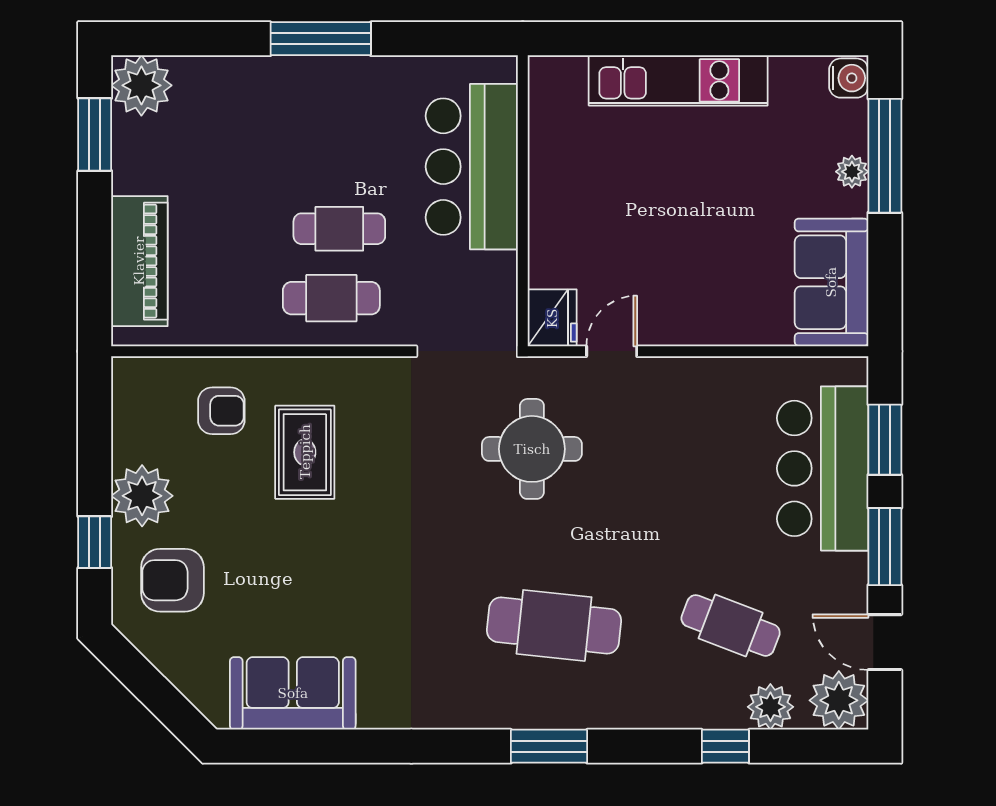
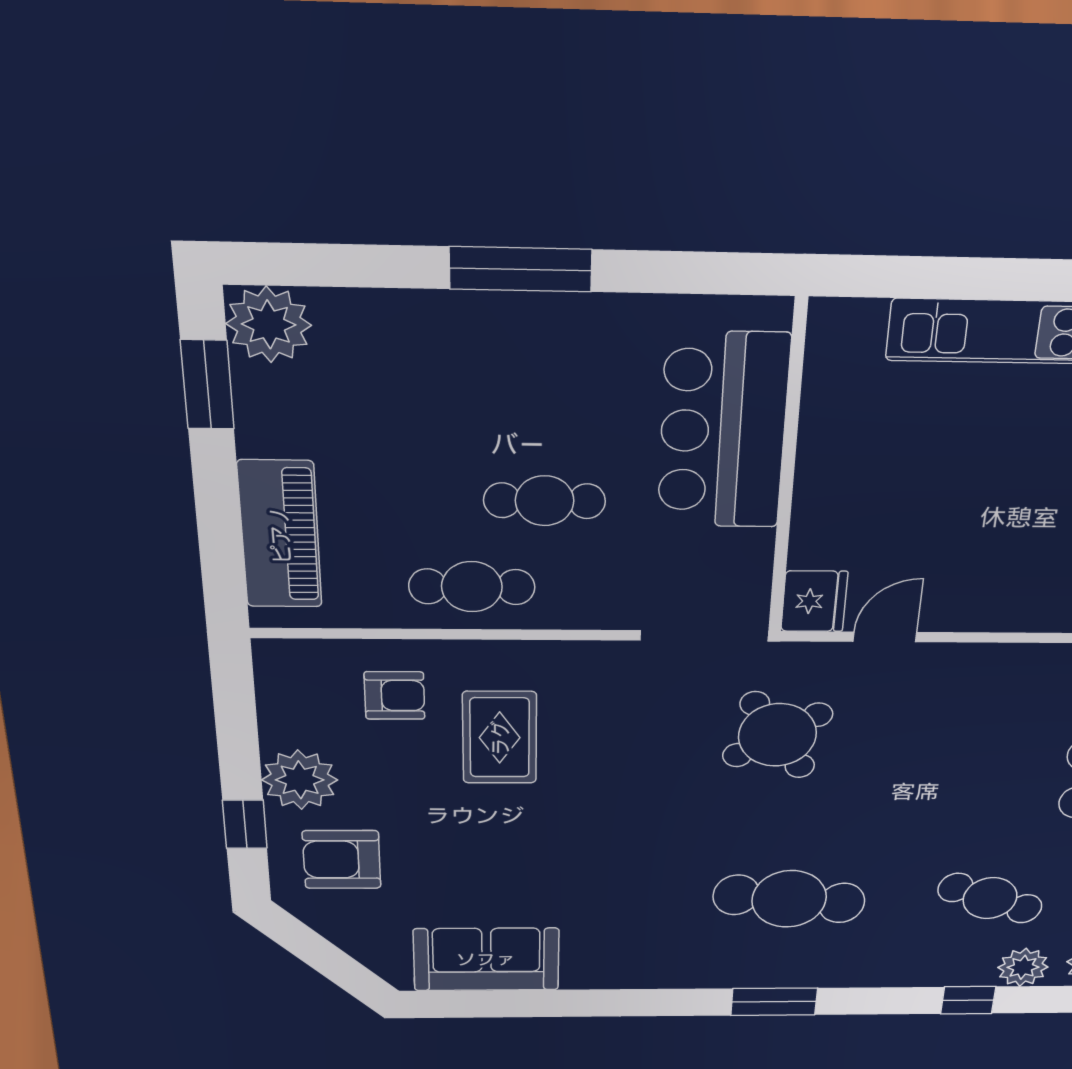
cafe table: (331, 298) -> (472, 587), moved
round table: (532, 449) -> (777, 735), turned -33

